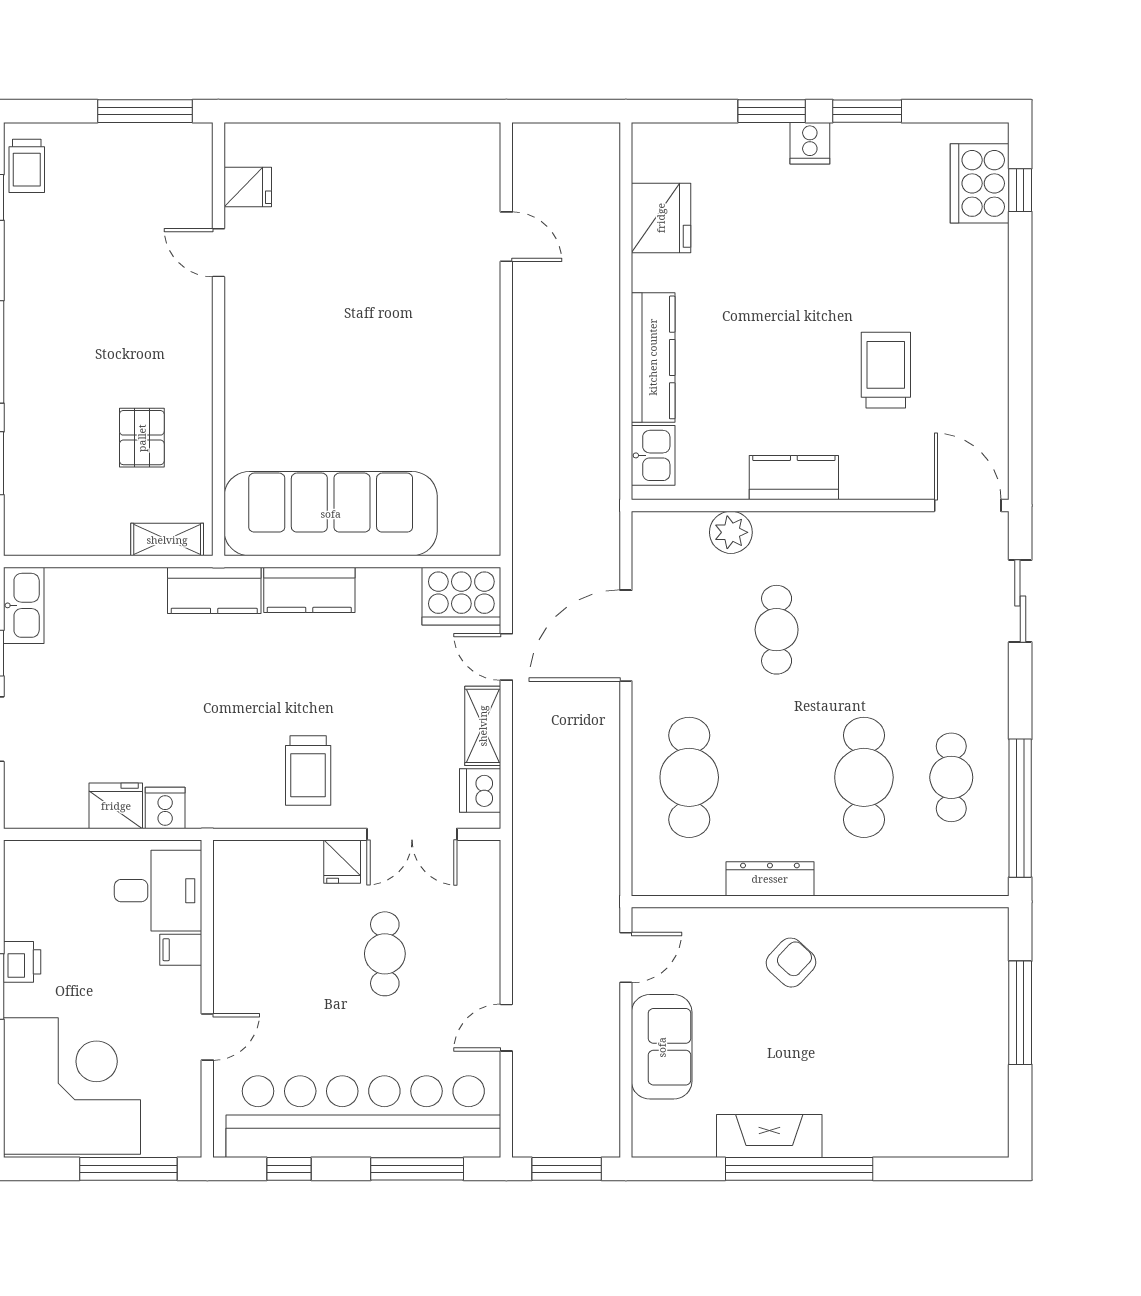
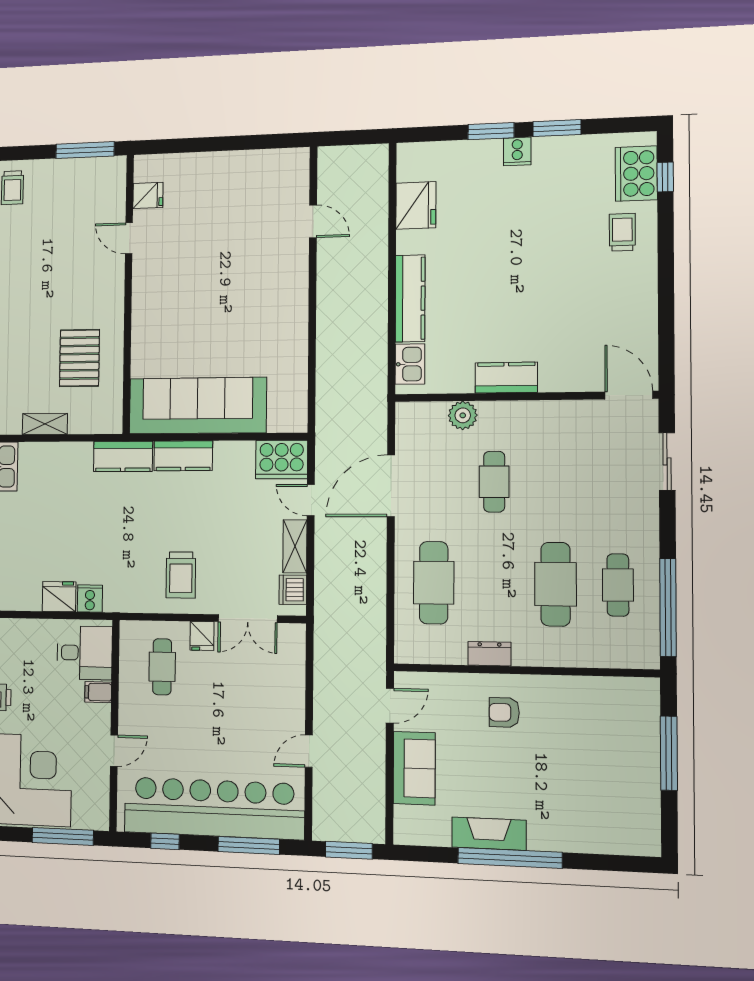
trolley: (886, 370) -> (622, 232), moved, width x0.73, depth x0.72
pallet: (142, 438) -> (79, 358), width x1.50, depth x1.42
shelving: (167, 540) -> (45, 424), moved
dresser: (770, 879) -> (489, 654), width x0.70
cafe table: (385, 954) -> (162, 667), moved
armchair: (791, 963) -> (504, 712), turned -133

